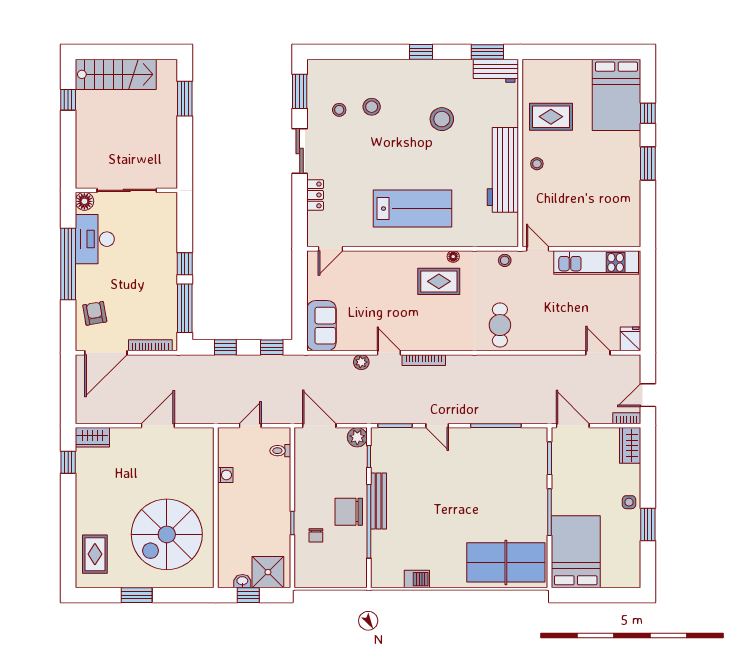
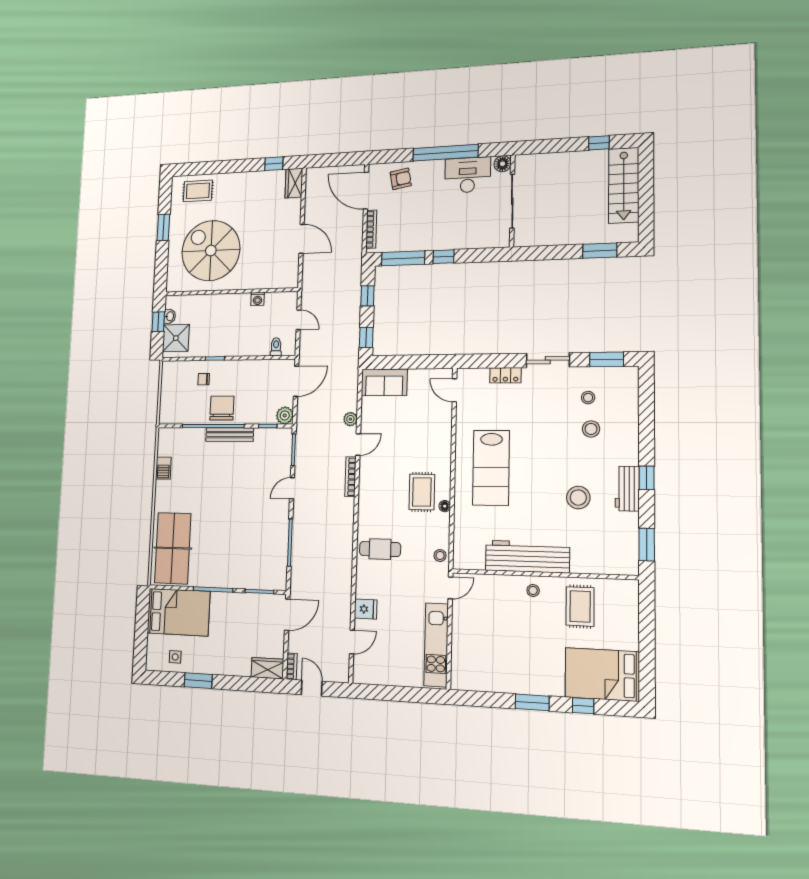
workbench: (496, 71) -> (627, 489), moved
fridge: (631, 339) -> (366, 609), moved
side table: (629, 502) -> (175, 657), moved

